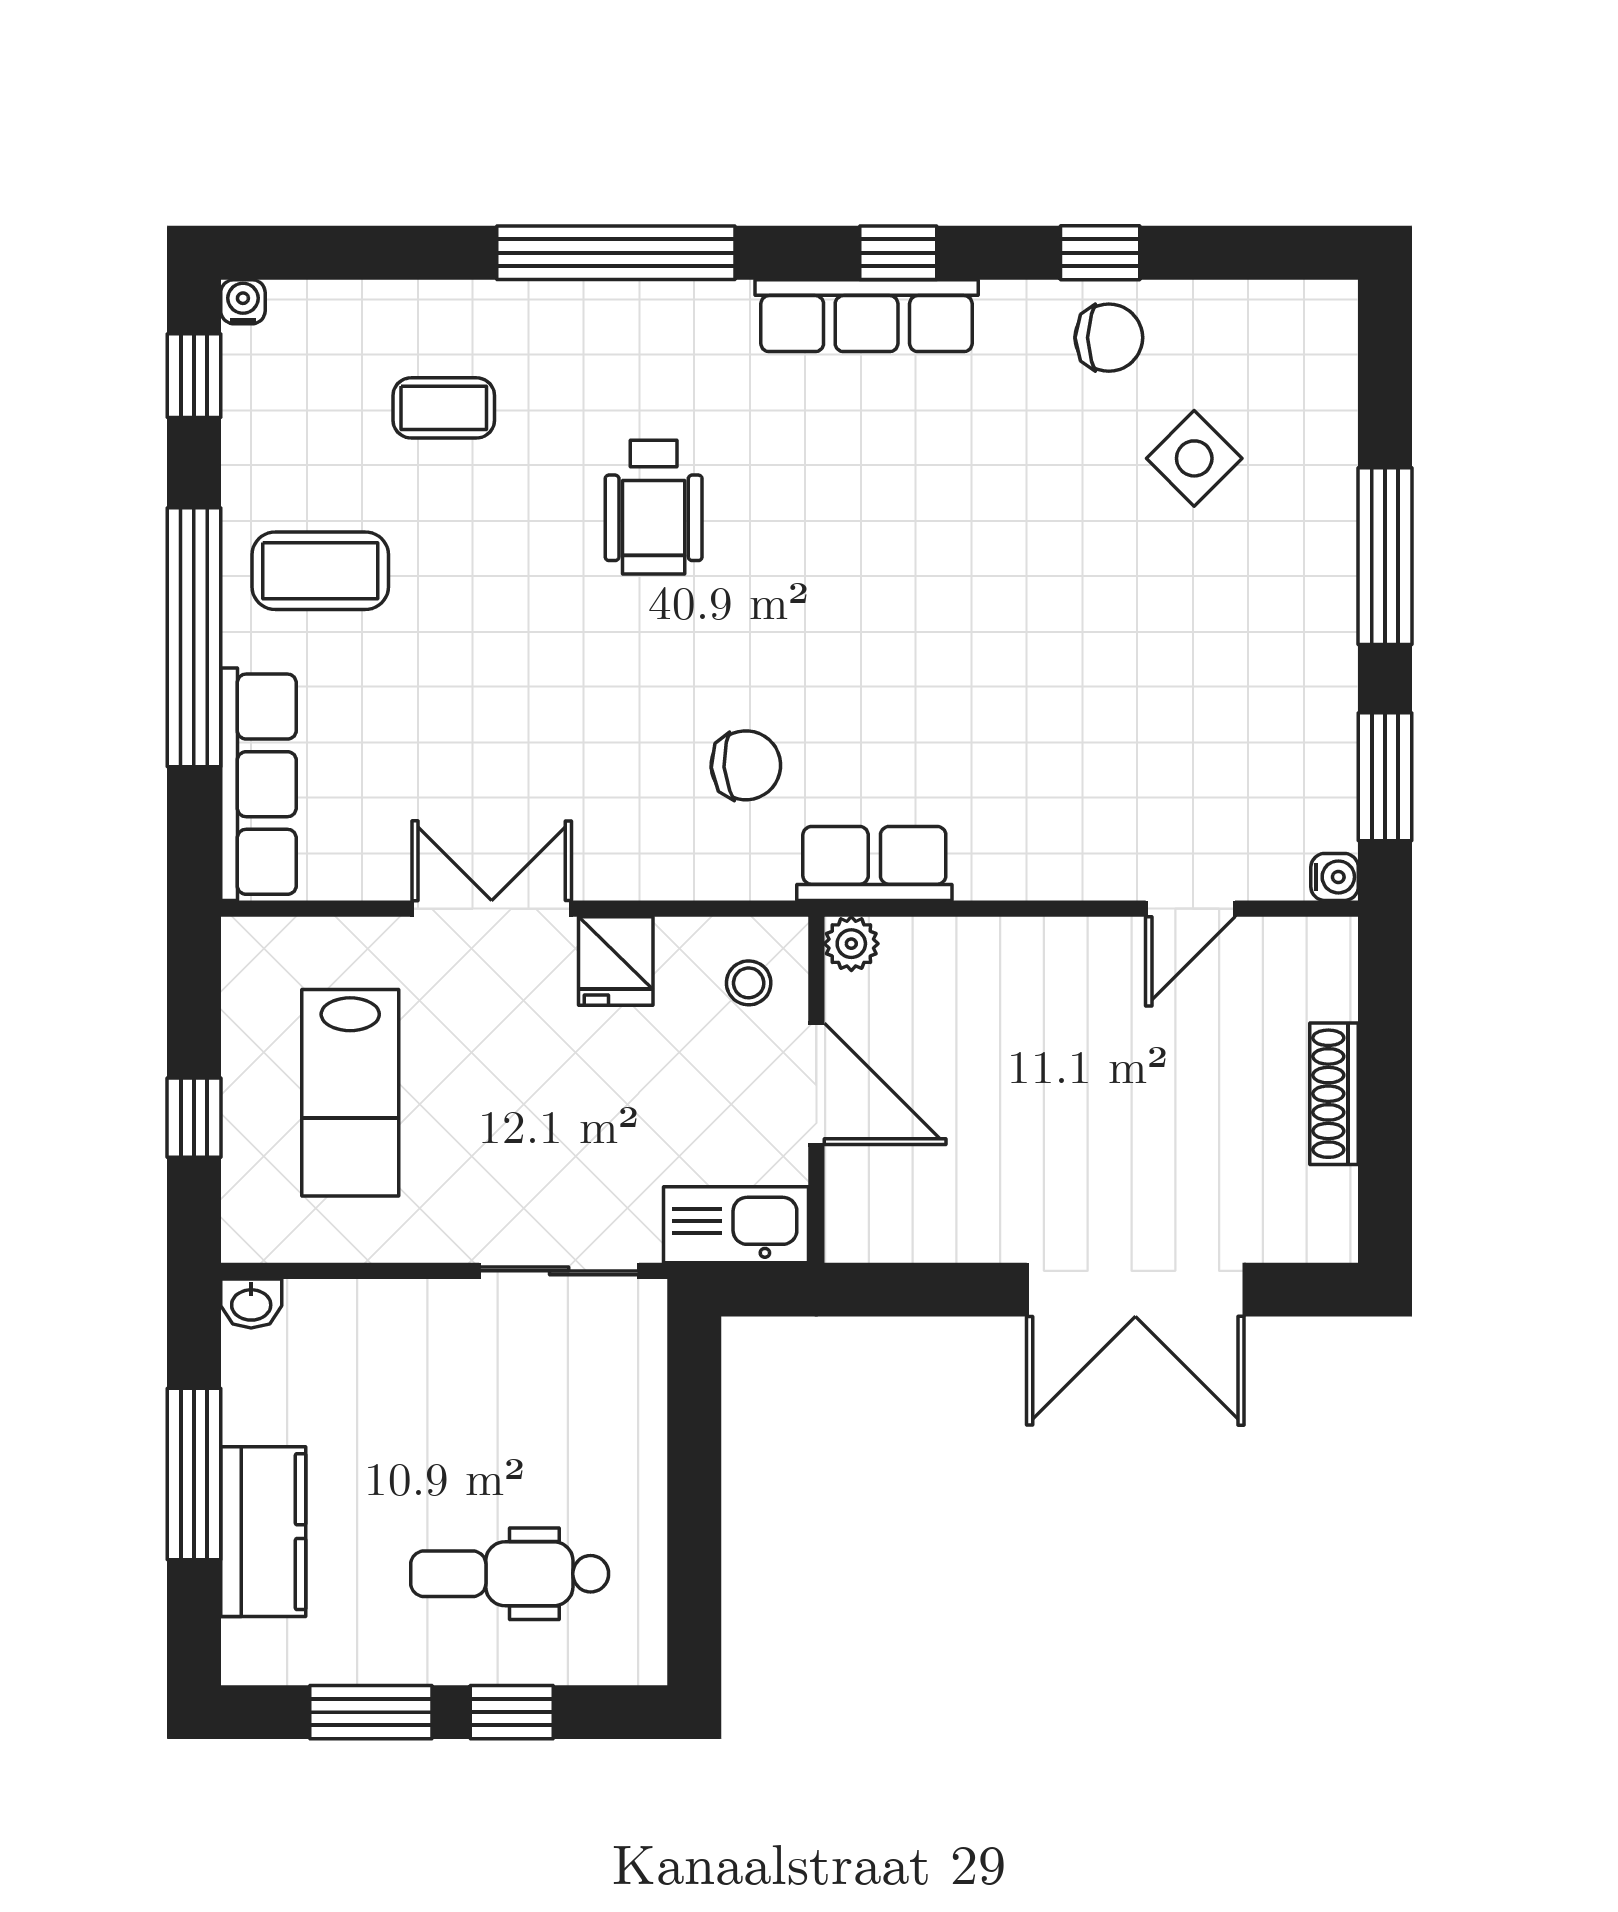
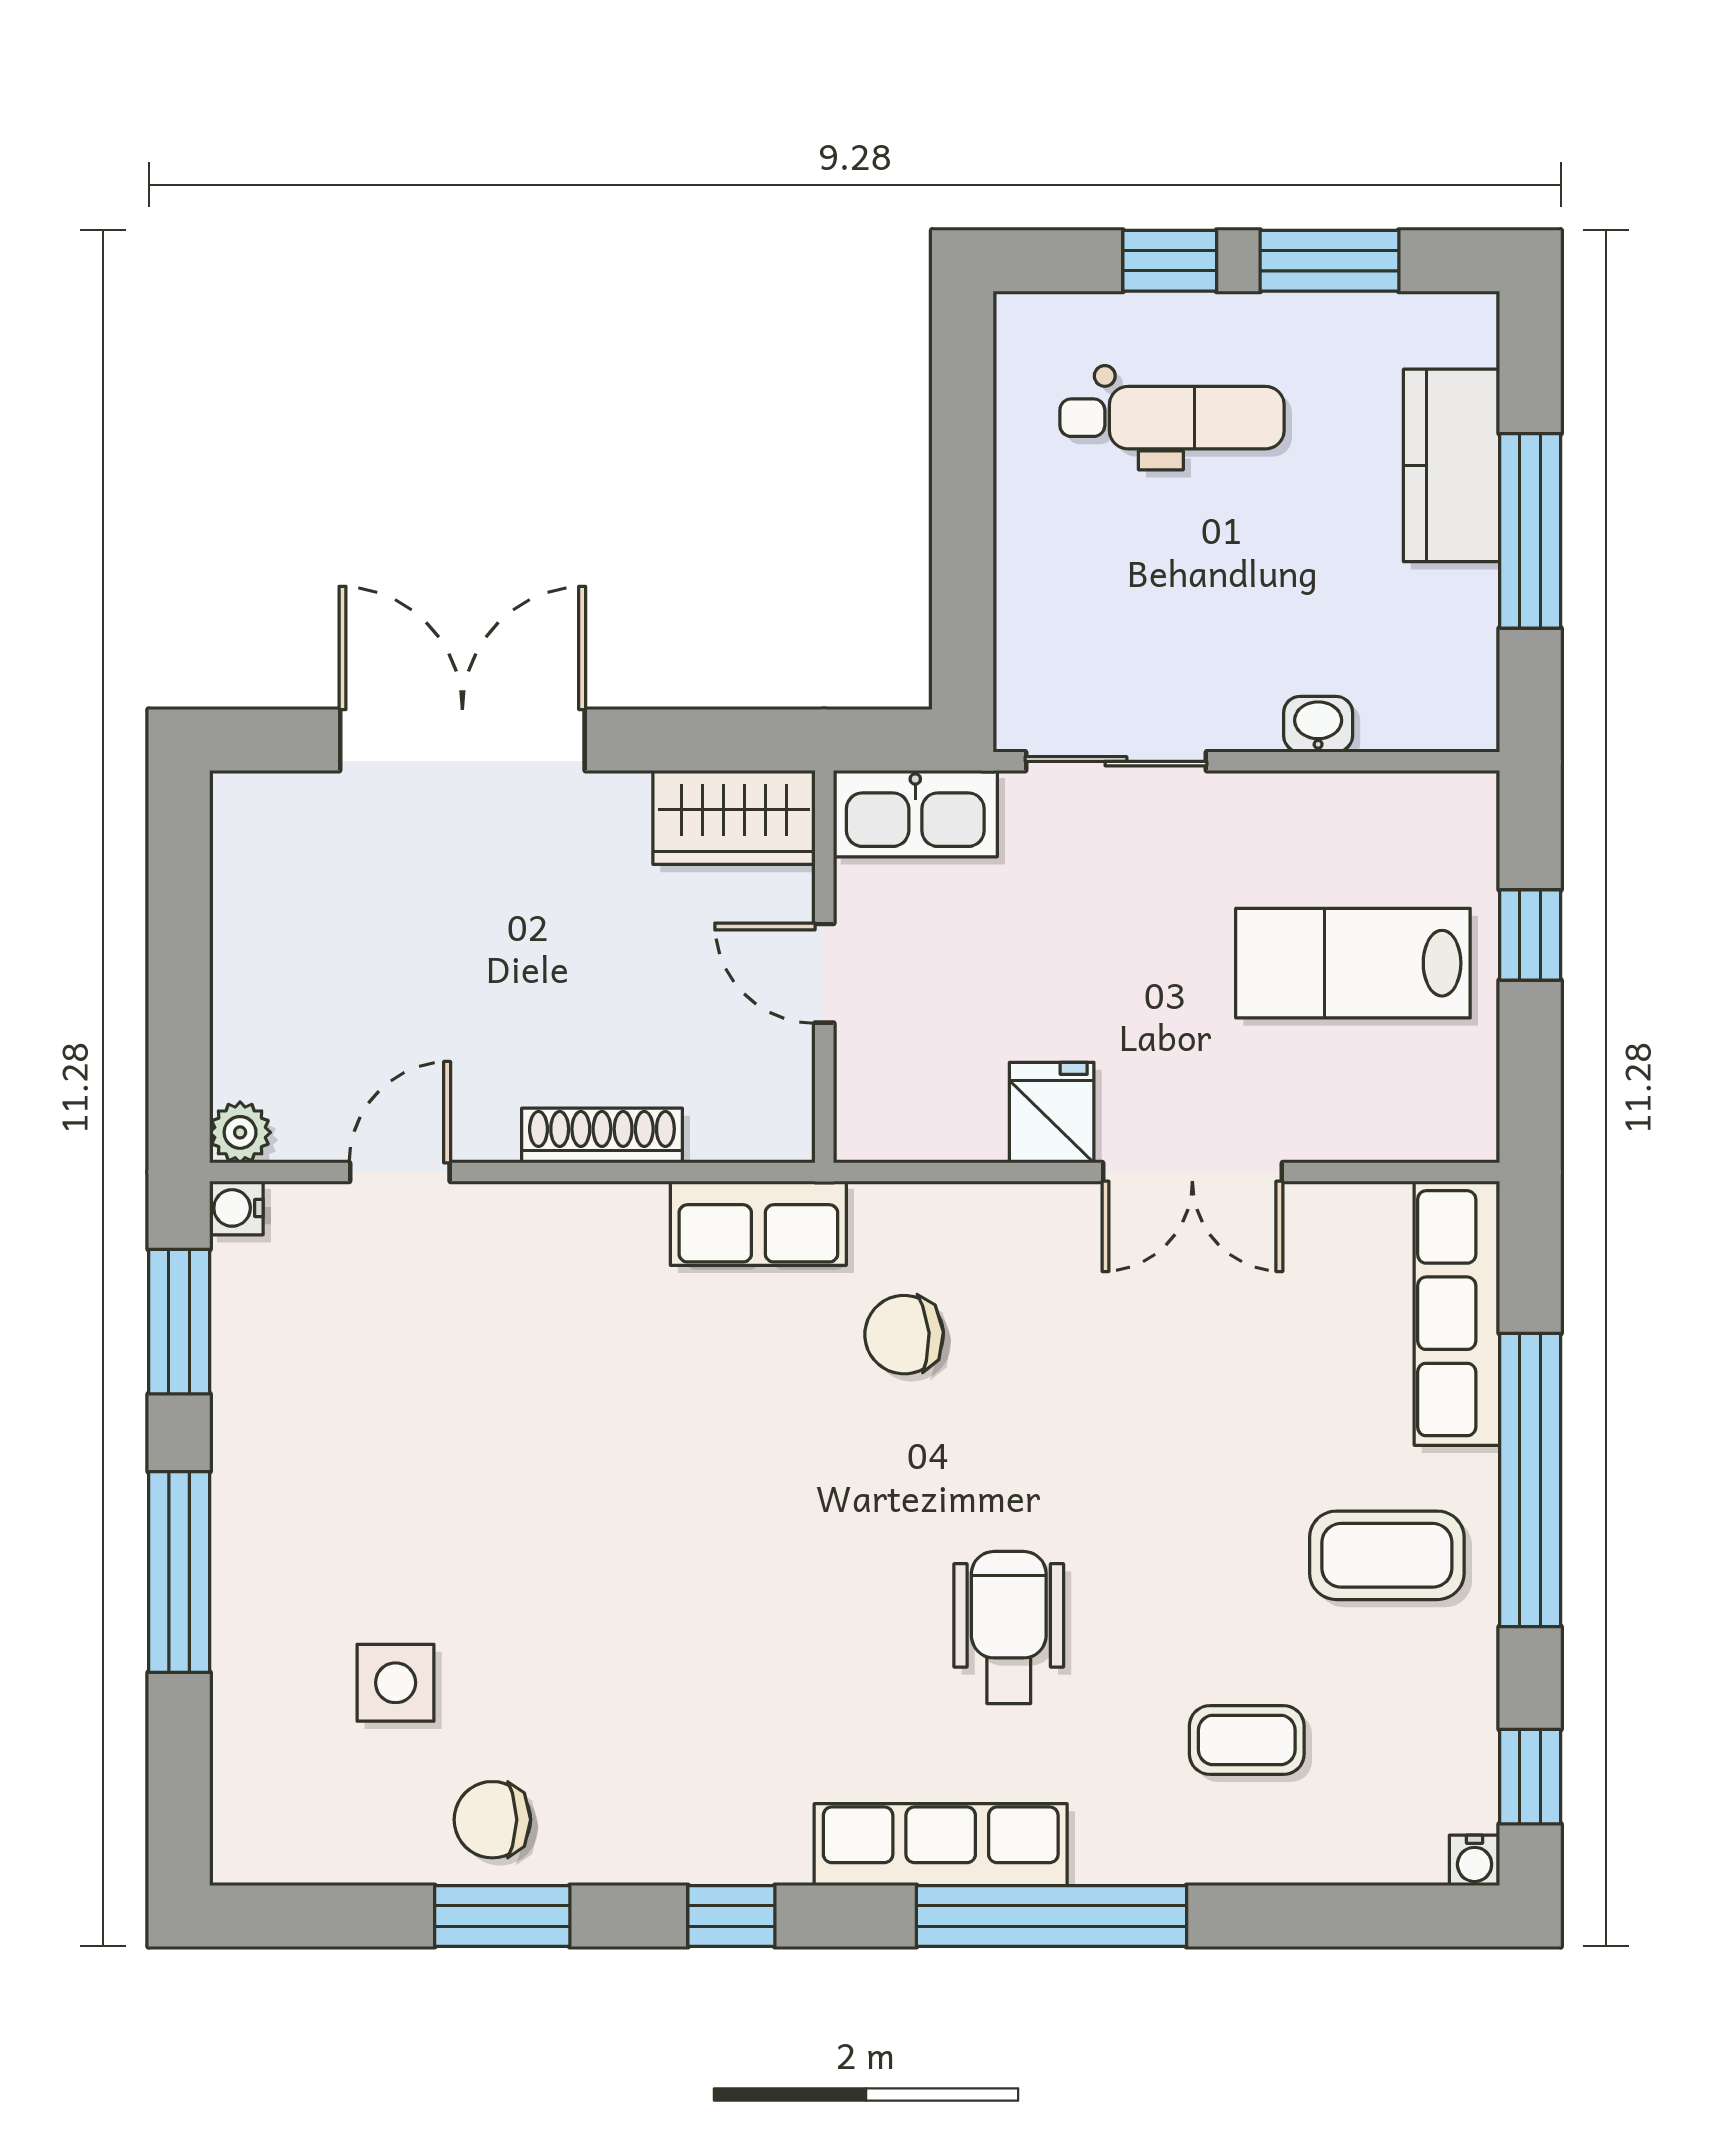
window: (1100, 253) -> (502, 1916), width x1.50
row of seats: (867, 316) -> (941, 1845), moved
side table: (1194, 458) -> (396, 1683), turned 45
plant: (851, 944) -> (240, 1132), moved
stool: (749, 983) -> (901, 1088), removed
door: (816, 1084) -> (824, 973), width x0.73
lab bench: (350, 1093) -> (1353, 963), turned -90
shoe rack: (1334, 1094) -> (602, 1136), moved, turned -90
wardrobe: (896, 1221) -> (734, 817), added
washbasin: (251, 1303) -> (1318, 724), moved

